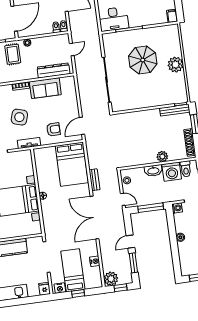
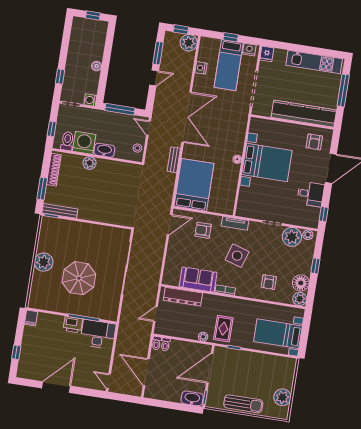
printer: (136, 21) -> (73, 325), added

